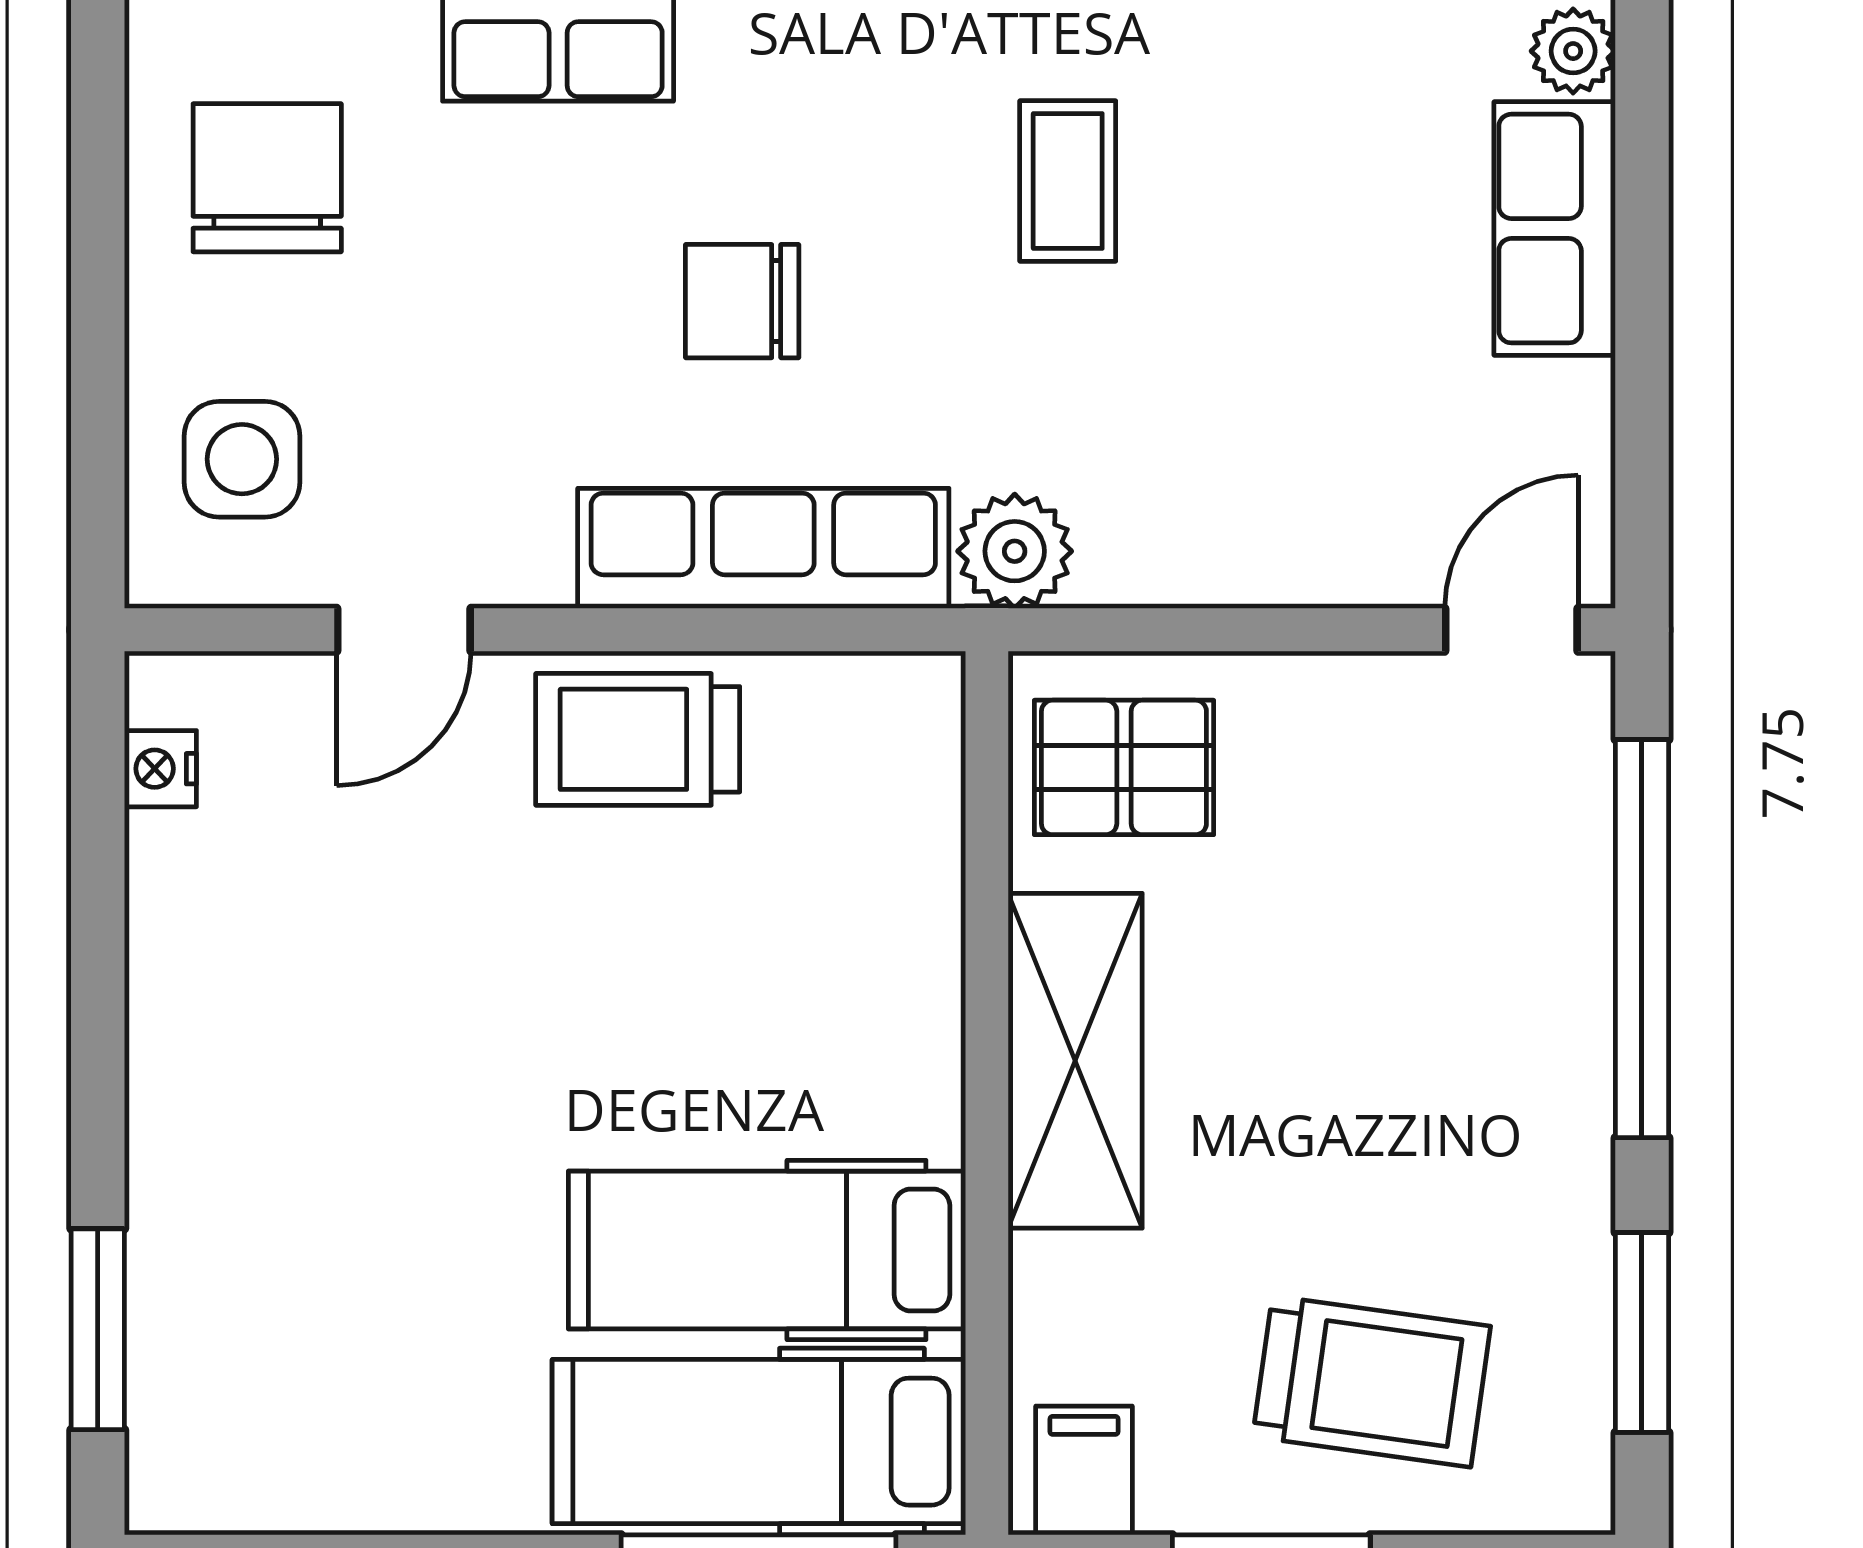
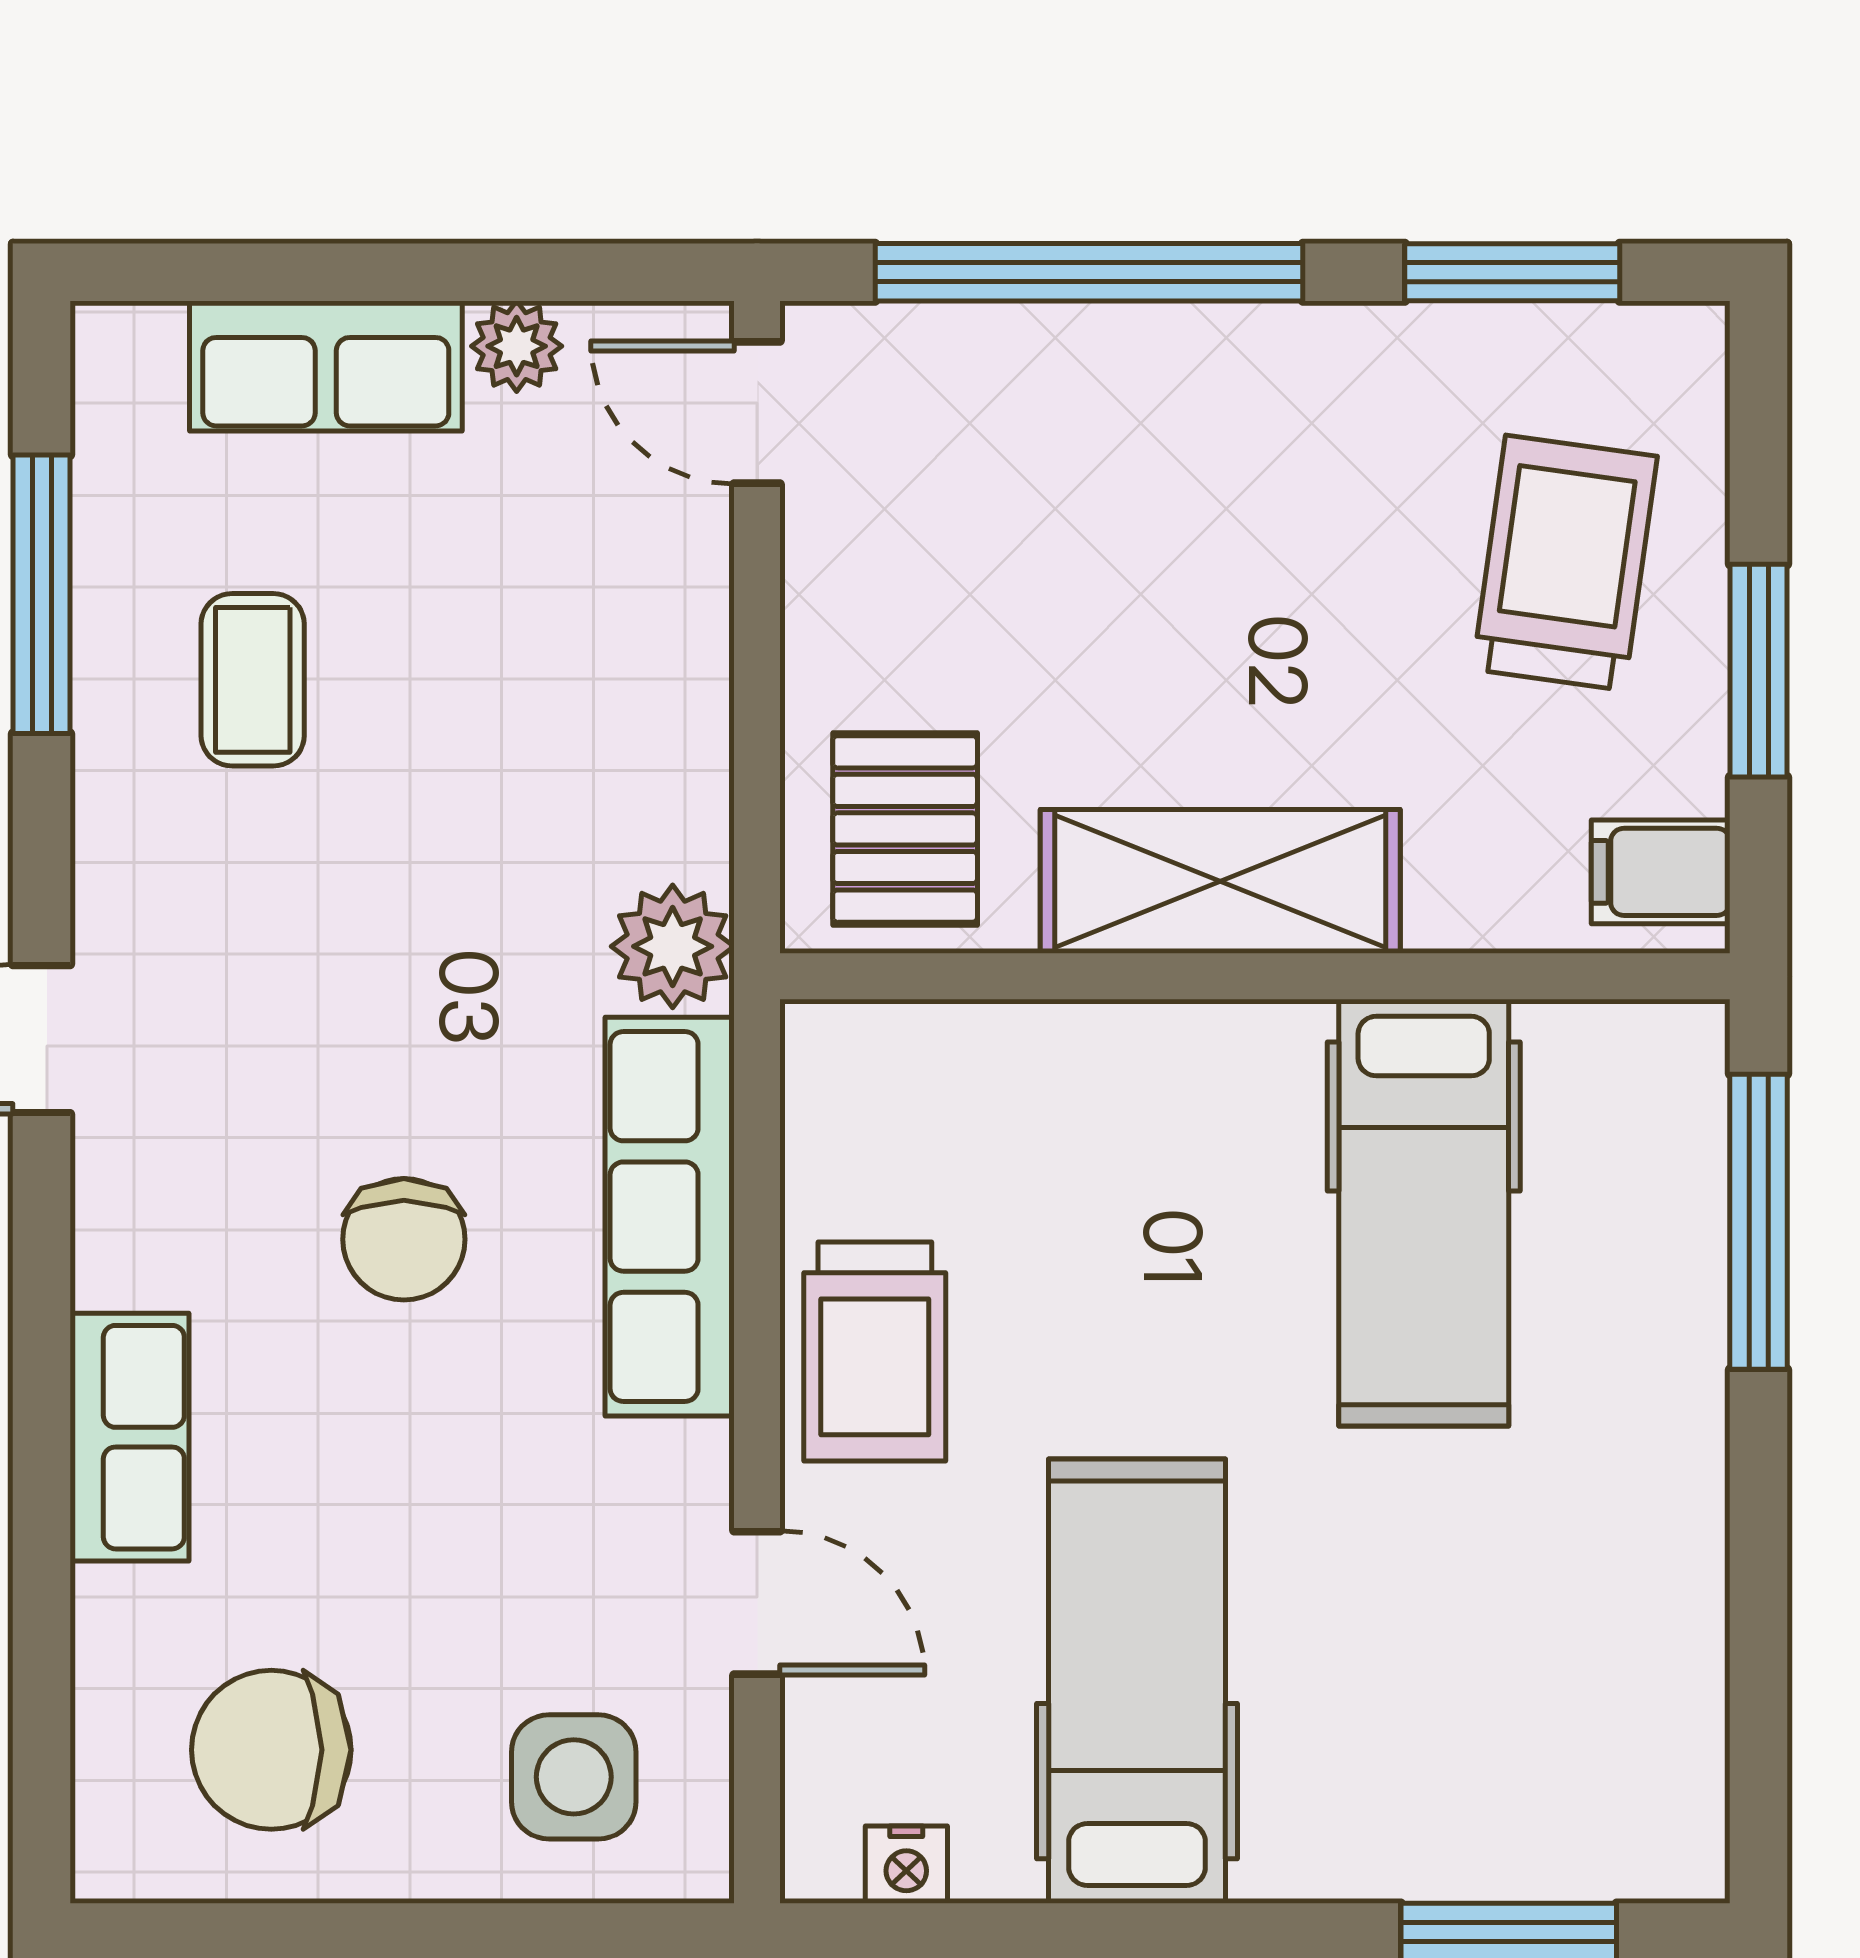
plant: (1573, 51) -> (517, 346), moved
coffee table: (1068, 181) -> (253, 680), moved, turned 90
hospital bed: (759, 1442) -> (1137, 1681), moved, turned 180

